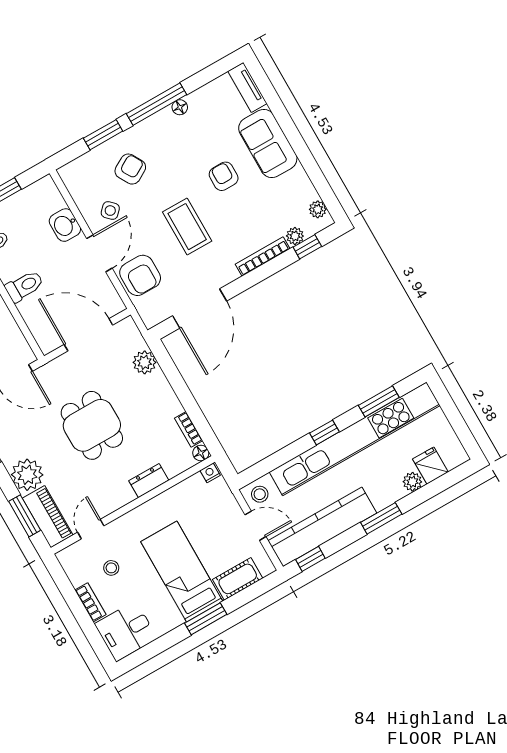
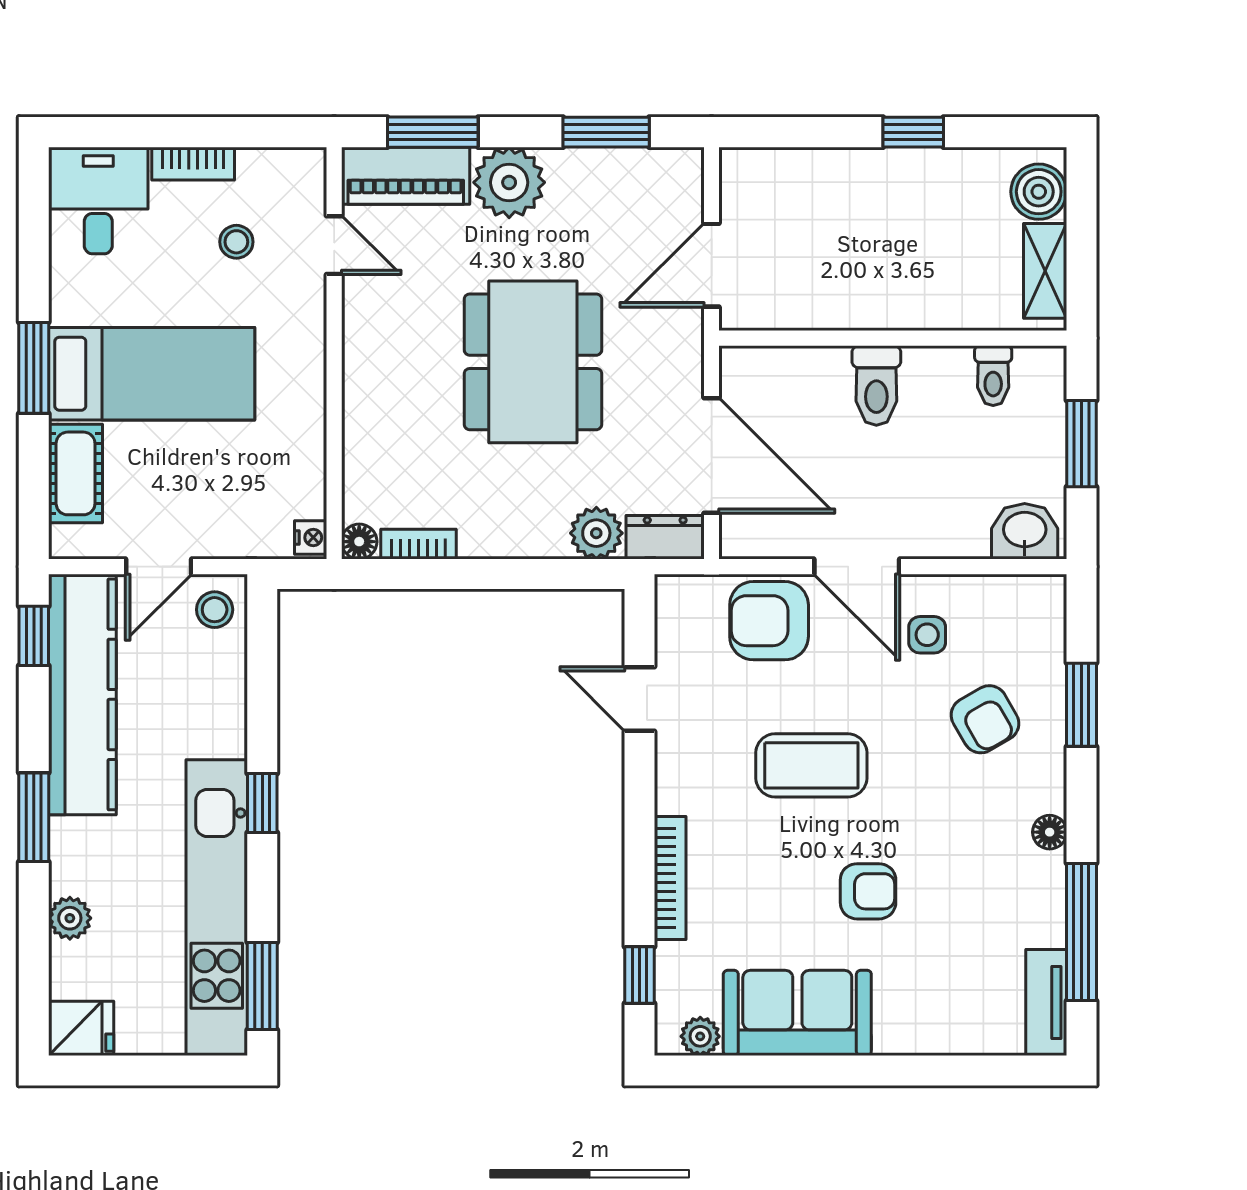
tv unit: (247, 87) -> (1046, 1003), moved, turned -90
window: (156, 104) -> (1081, 932), moved
floor lamp: (180, 107) -> (1050, 832), moved
sofa: (268, 143) -> (797, 1013), moved
side table: (110, 211) -> (927, 635), turned 45
washbasin: (65, 225) -> (1025, 531), moved
plant: (295, 236) -> (674, 963), removed
door: (200, 308) -> (640, 699), width x0.53
door: (88, 335) -> (712, 455), hinge flipped
window: (379, 401) -> (262, 986), moved
dining table: (92, 425) -> (533, 362), width x1.38
kitchen unit: (355, 439) -> (217, 908), width x0.73
fridge: (430, 466) -> (81, 1028), moved
dresser: (149, 481) -> (665, 537), moved, turned -90

